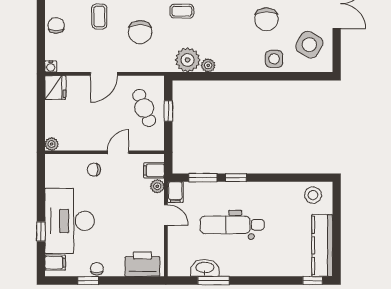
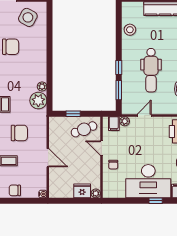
side table: (274, 59) -> (38, 42), removed
fridge: (55, 88) -> (82, 191), moved
cafe table: (144, 108) -> (84, 129), moved
filing cabinet: (175, 192) -> (129, 109), removed
stool: (313, 195) -> (130, 30), moved

